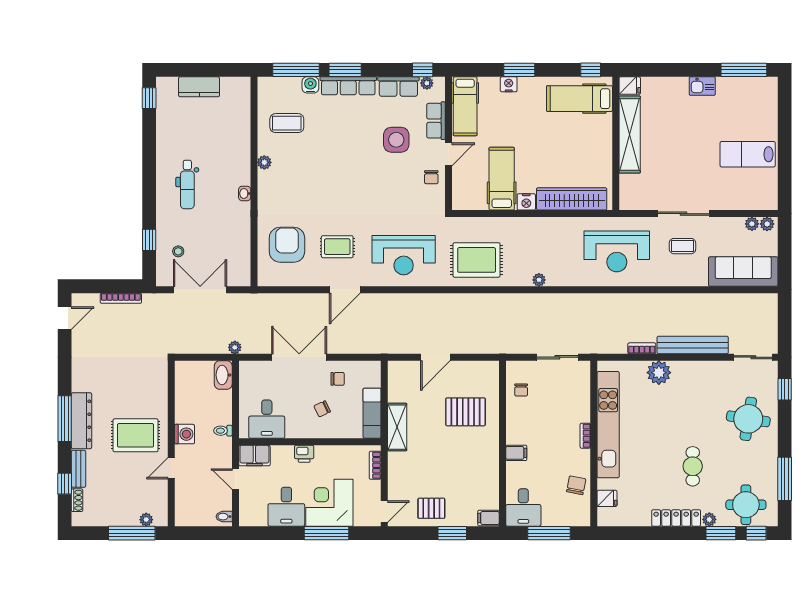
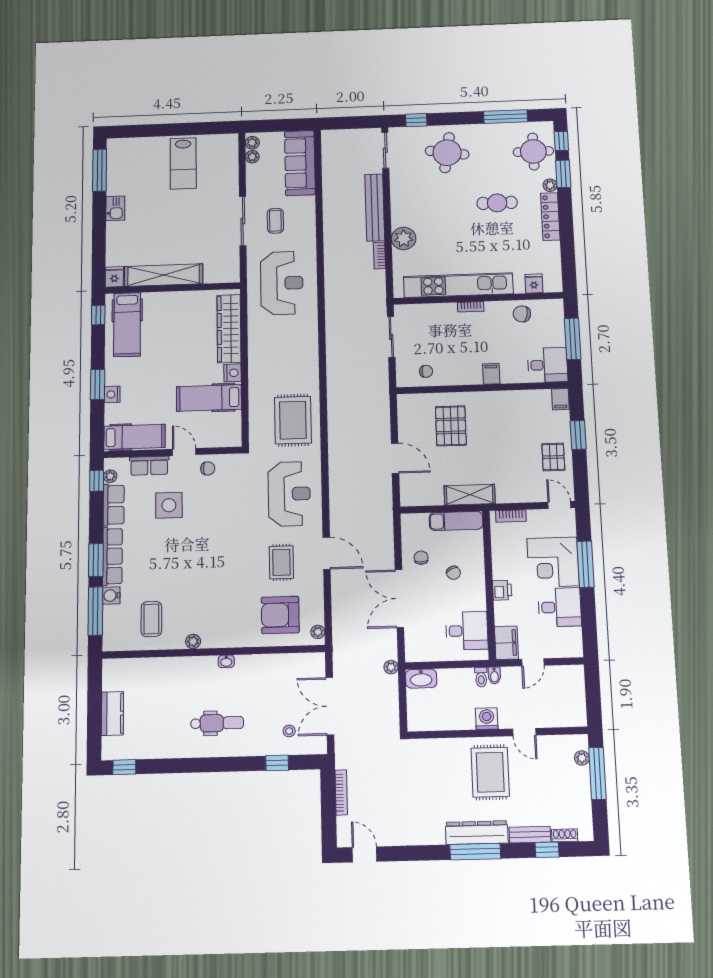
plant: (539, 280) -> (318, 632), moved
bidet: (224, 517) -> (494, 676), moved

